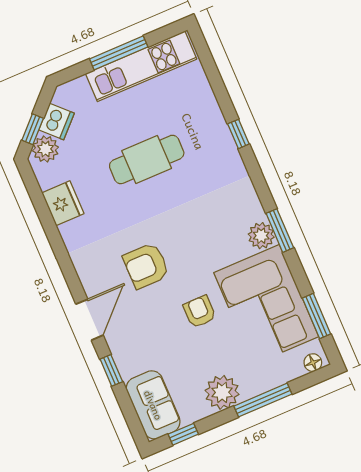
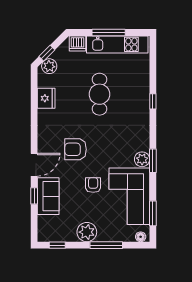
dishwasher: (57, 122) -> (77, 43), moved, turned 45
cafe table: (147, 159) -> (99, 94), turned 90
sofa: (153, 405) -> (48, 196), moved

